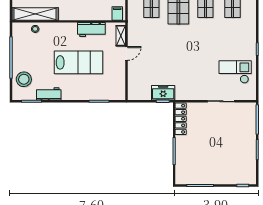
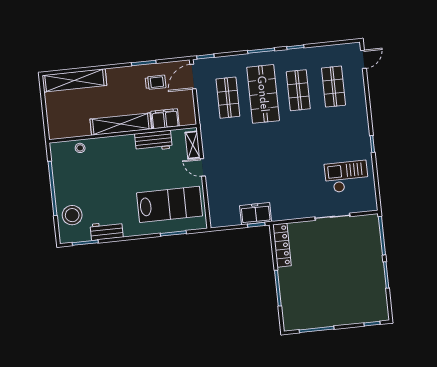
filing cabinet: (117, 13) -> (165, 119), moved, width x2.00
shelving: (35, 14) -> (121, 124), moved
door: (127, 53) -> (203, 167), swing flipped
lab bench: (78, 62) -> (170, 204), moved

